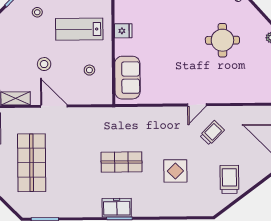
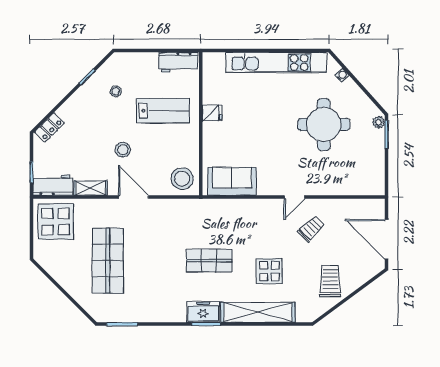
lab bench: (79, 29) -> (163, 111), turned 180
round table: (222, 40) -> (324, 125), width x1.36, depth x1.36
stool: (89, 70) -> (182, 179), moved, width x1.89, depth x1.89
sofa: (127, 78) -> (232, 181), moved, turned -90
shelving: (165, 208) -> (258, 312), added

